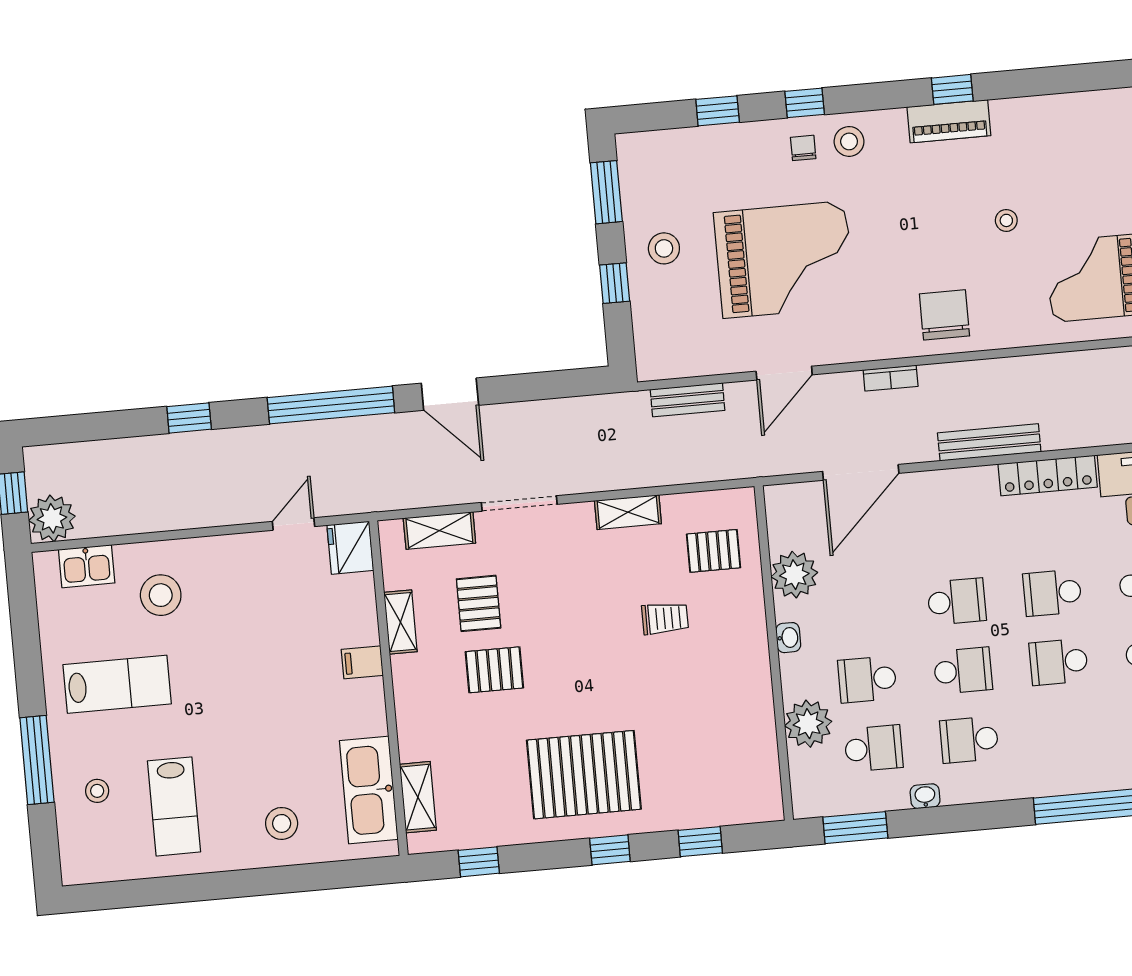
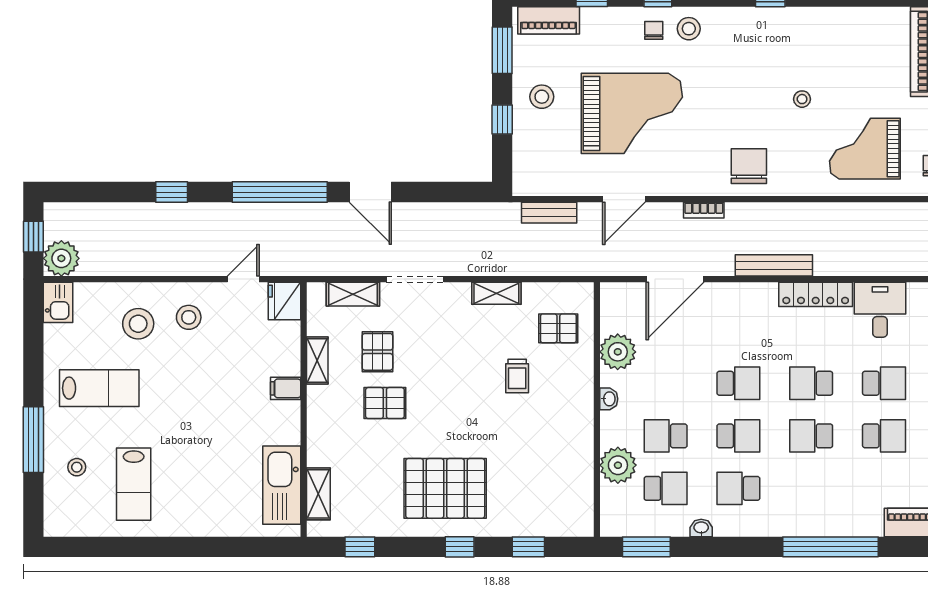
piano: (949, 121) -> (549, 20), moved
kitchen sink: (87, 566) -> (58, 302), moved, turned -90
trolley: (665, 618) -> (517, 376), turned 90
stool: (282, 823) -> (189, 317), moved

